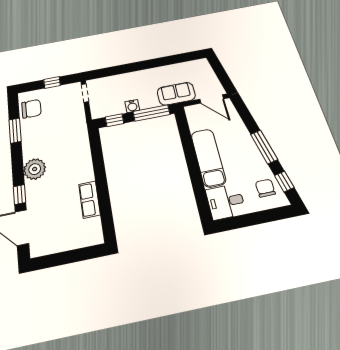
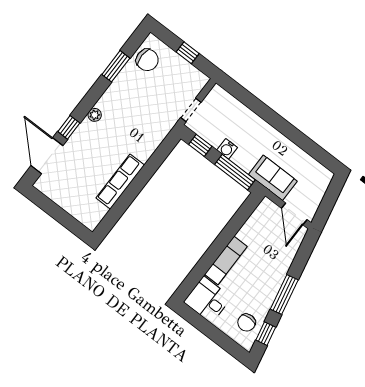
doorway: (85, 93) -> (191, 110), moved
exam couch: (208, 158) -> (226, 260), width x0.73, depth x0.69
plant: (35, 169) -> (95, 115), width x0.53, depth x0.53
chair: (265, 188) -> (247, 323), turned 180
row of seats: (89, 199) -> (120, 182), width x1.48

